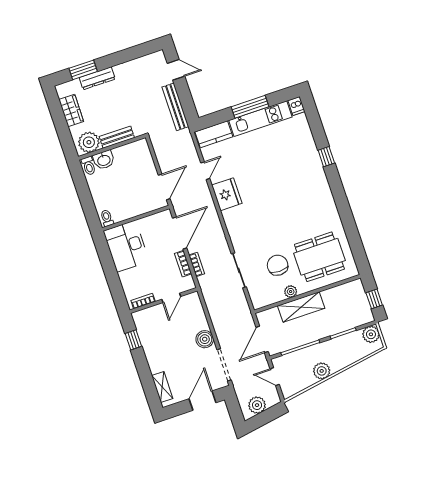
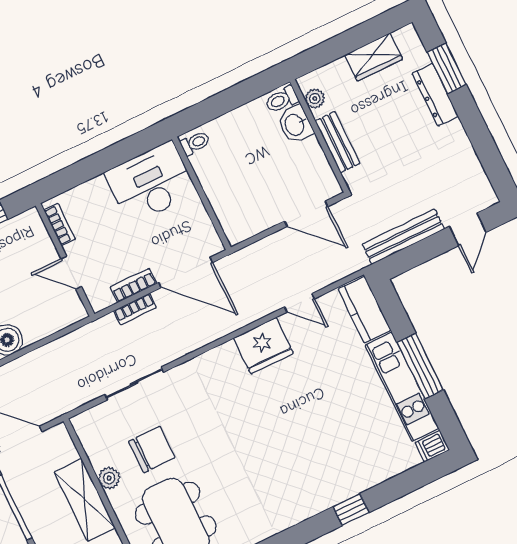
plant: (89, 142) -> (315, 98), width x0.53, depth x0.53
door: (164, 187) -> (306, 214), moved

